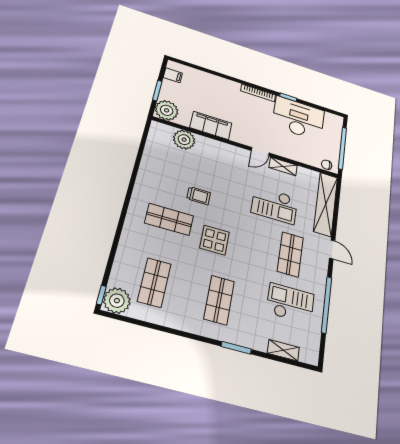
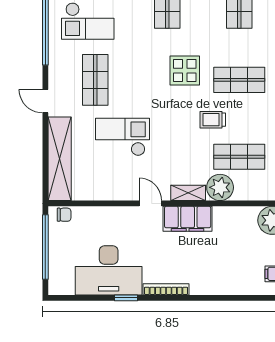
filing cabinet: (211, 125) -> (188, 219), moved
plant: (184, 140) -> (220, 187), moved
door: (260, 152) -> (150, 203), hinge flipped
shop shelf: (183, 162) -> (239, 157), added
shelving: (283, 166) -> (188, 193), moved

